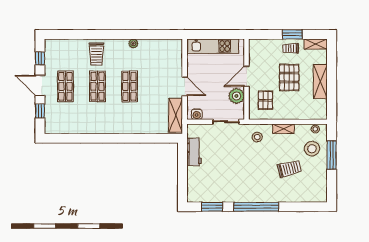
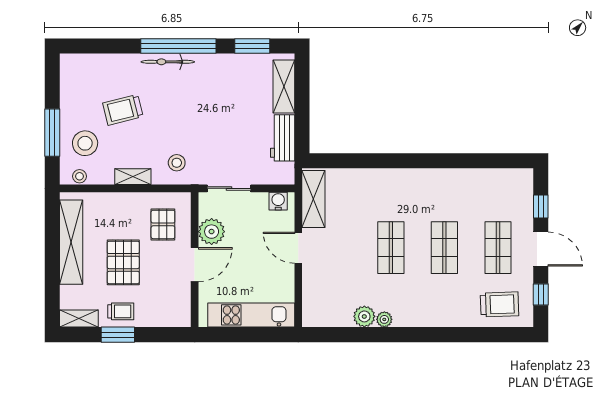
plant: (145, 45) -> (364, 316), added
trolley: (96, 54) -> (499, 304), moved, turned 88
shelving: (320, 82) -> (71, 242), width x1.47
shelving: (193, 183) -> (284, 86), added
bicycle: (263, 197) -> (168, 62), added

